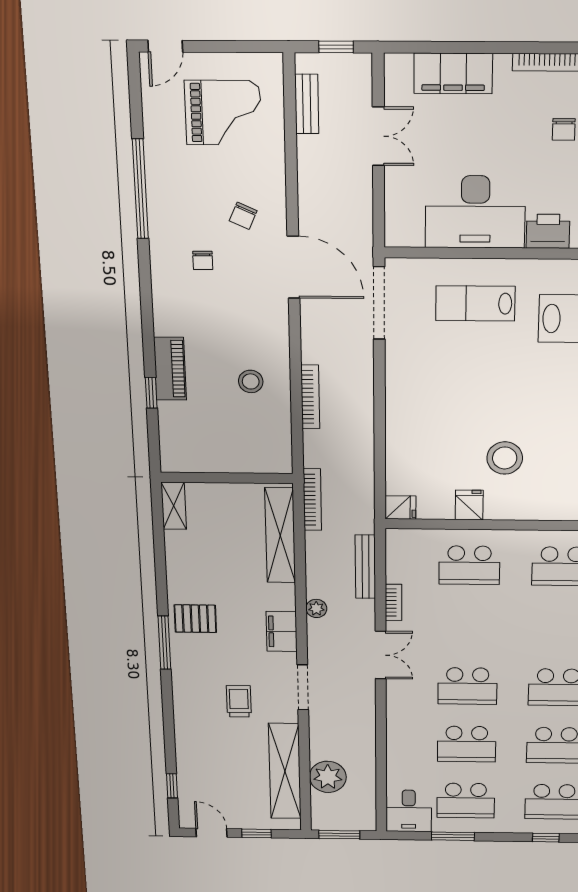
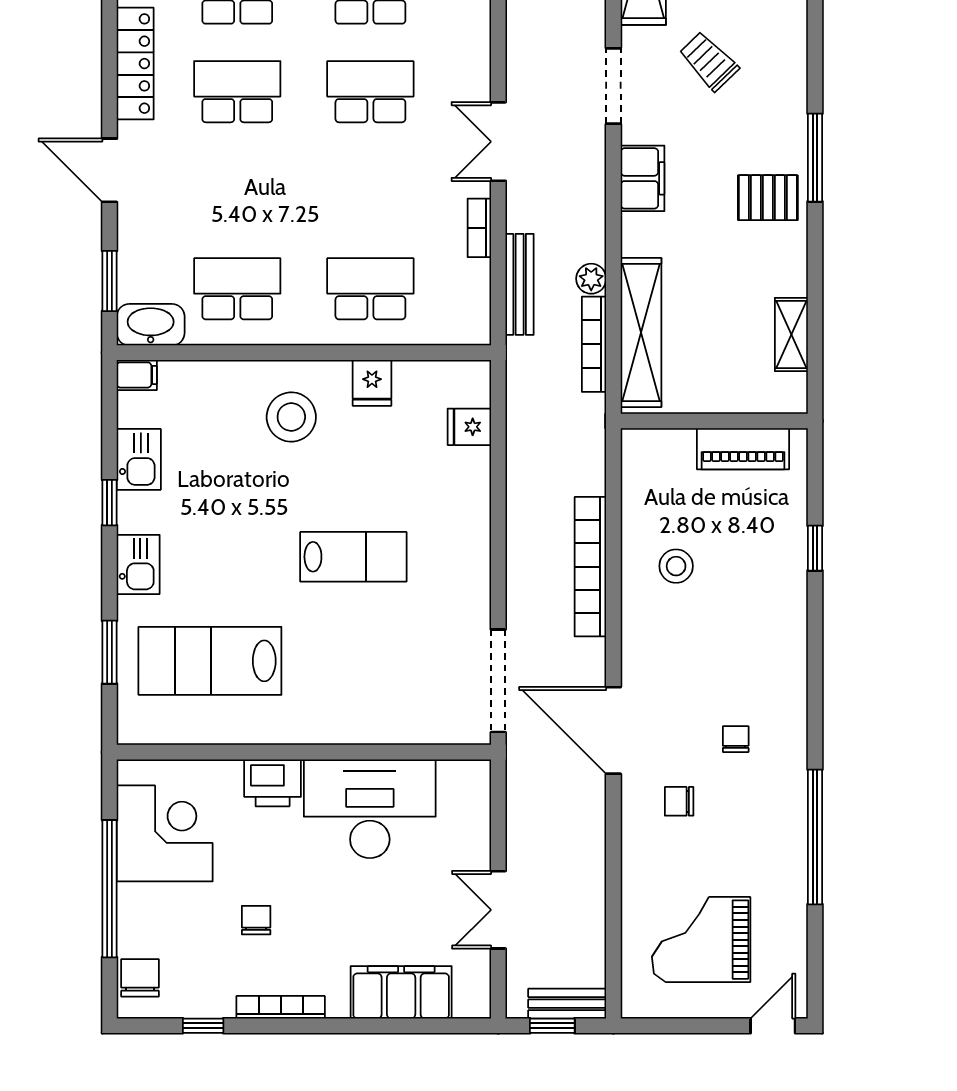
bench: (307, 104) -> (567, 1004), moved, turned 90
chair: (243, 216) -> (679, 801), turned -114
lab bench: (475, 303) -> (353, 557), moved
piano: (170, 369) -> (743, 449), moved, turned -90
bookcase: (310, 397) -> (590, 567), width x1.48, depth x1.31
stool: (505, 458) -> (291, 417), moved
bookcase: (312, 500) -> (594, 344), moved
shelving: (174, 506) -> (791, 334), moved
fridge: (400, 507) -> (469, 427), moved
plant: (316, 608) -> (591, 279), moved
trolley: (239, 701) -> (709, 61), turned 136

